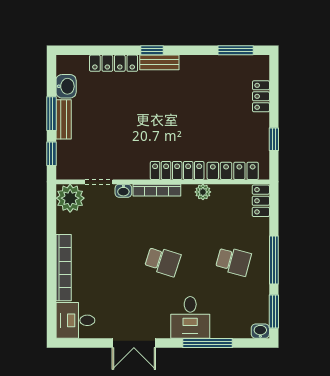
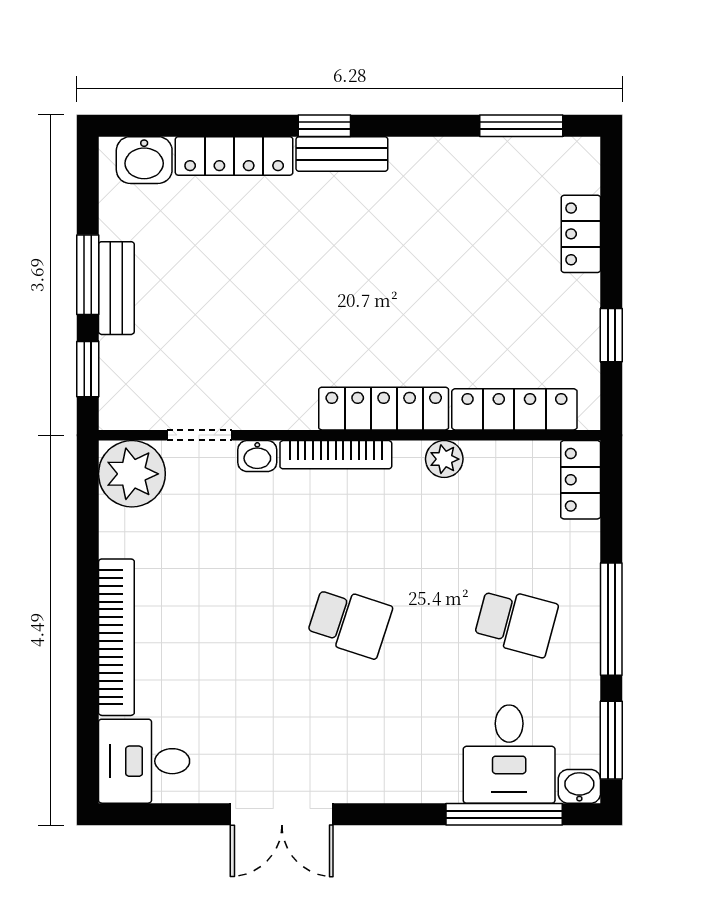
washbasin: (66, 86) -> (144, 160), moved, turned 90
desk: (190, 317) -> (509, 754), moved
window: (207, 343) -> (504, 814), moved

